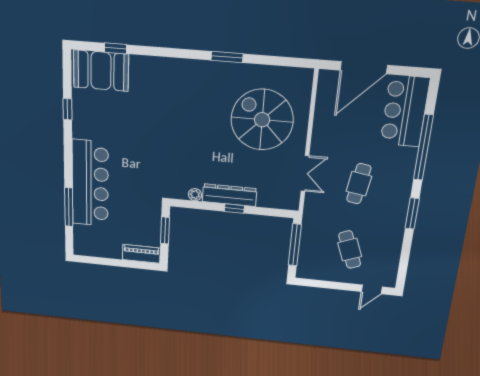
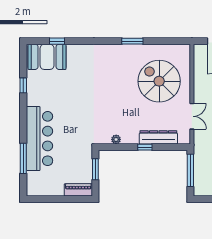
dresser: (230, 195) -> (158, 137), moved

